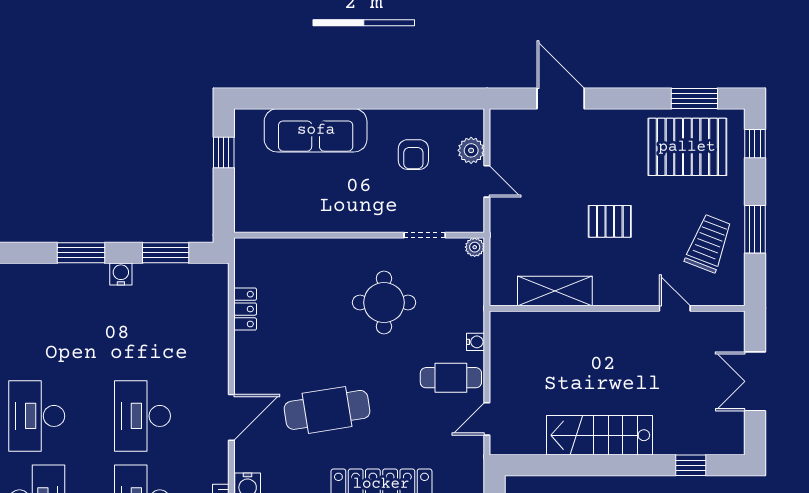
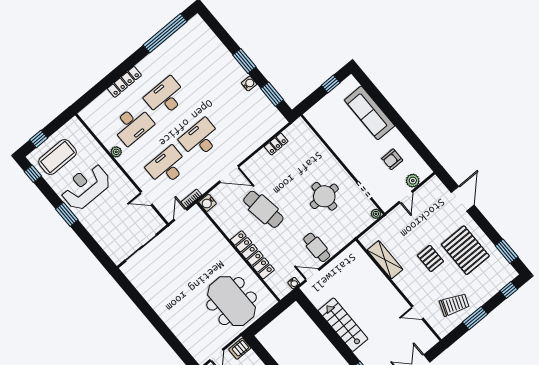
pallet: (687, 147) -> (465, 250), moved
door: (675, 308) -> (418, 313), swing flipped
water cooler: (475, 342) -> (294, 283), moved

